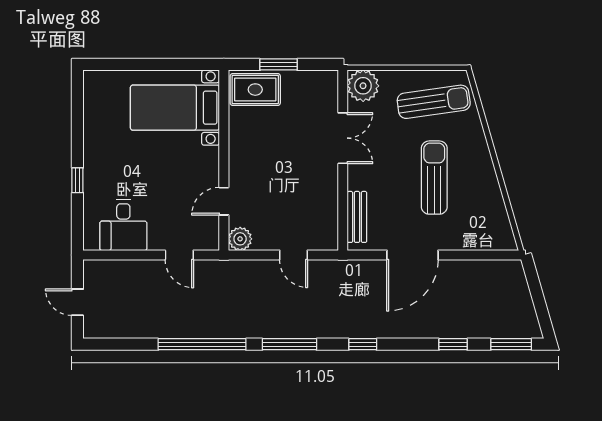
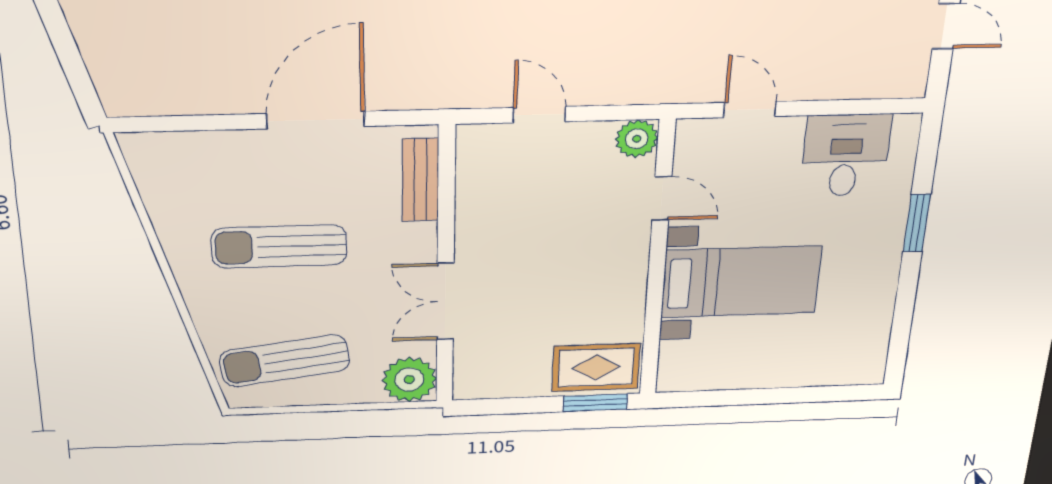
window: (279, 64) -> (595, 403), moved
bed with nightstands: (175, 108) -> (741, 282), moved
sun lounger: (434, 178) -> (279, 246), turned 90
window: (77, 180) -> (917, 223), width x1.50
door: (224, 201) -> (662, 198), hinge flipped

